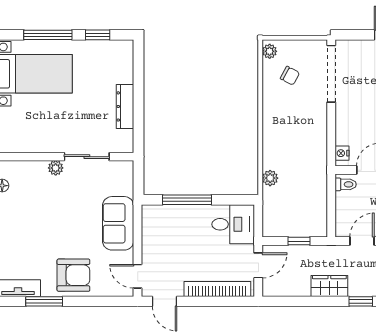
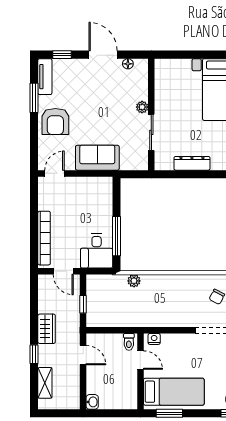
window: (187, 200) -> (116, 236), moved
door: (165, 301) -> (34, 195), removed

